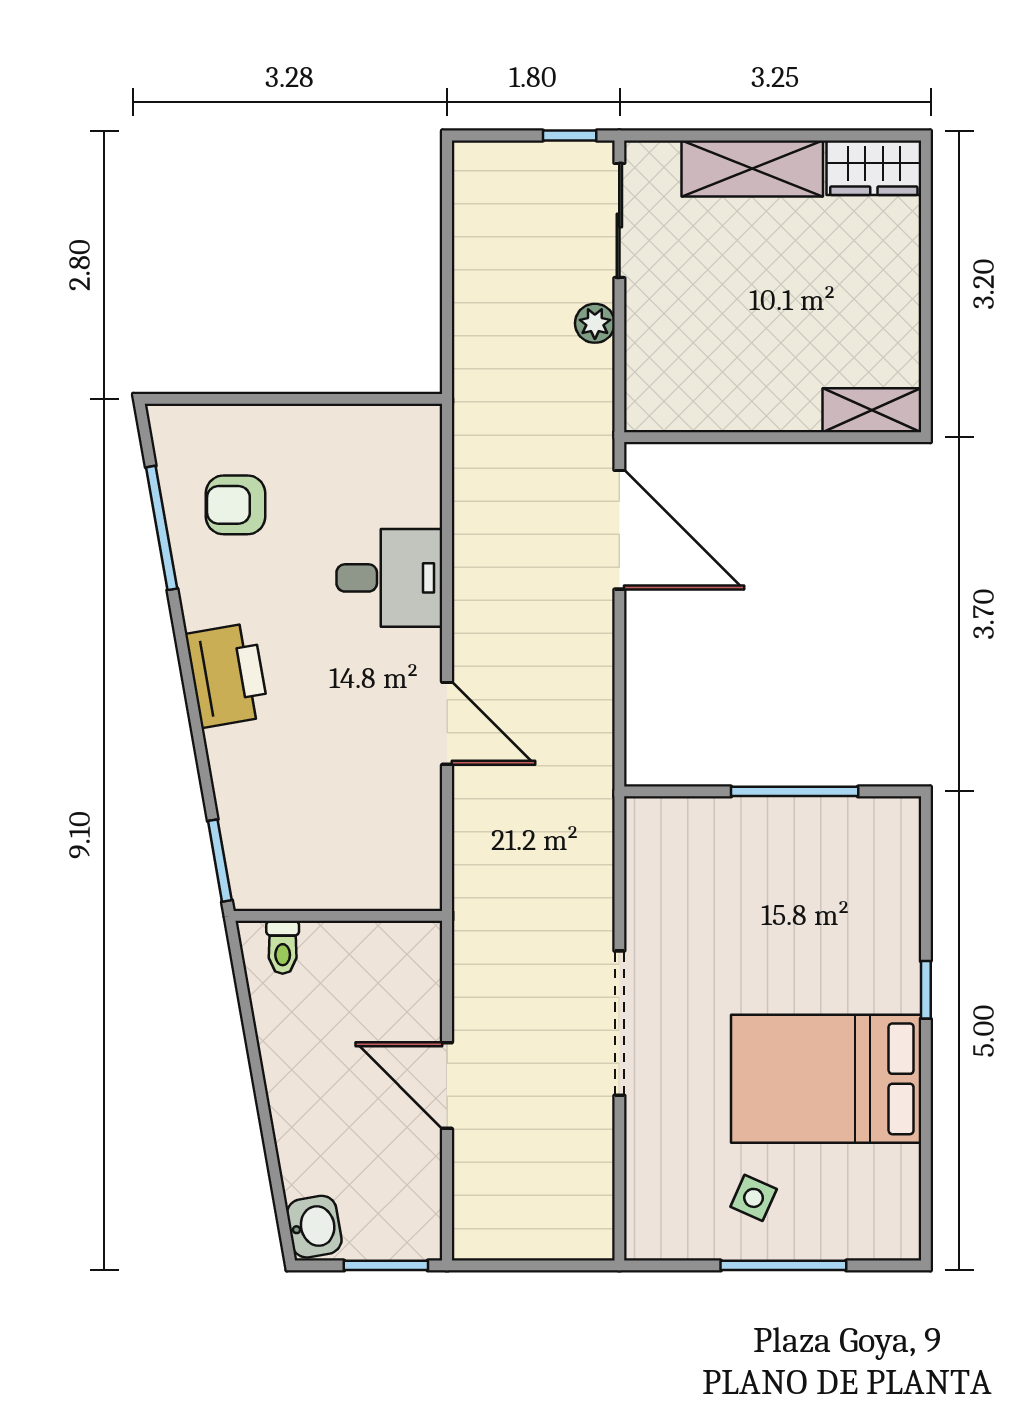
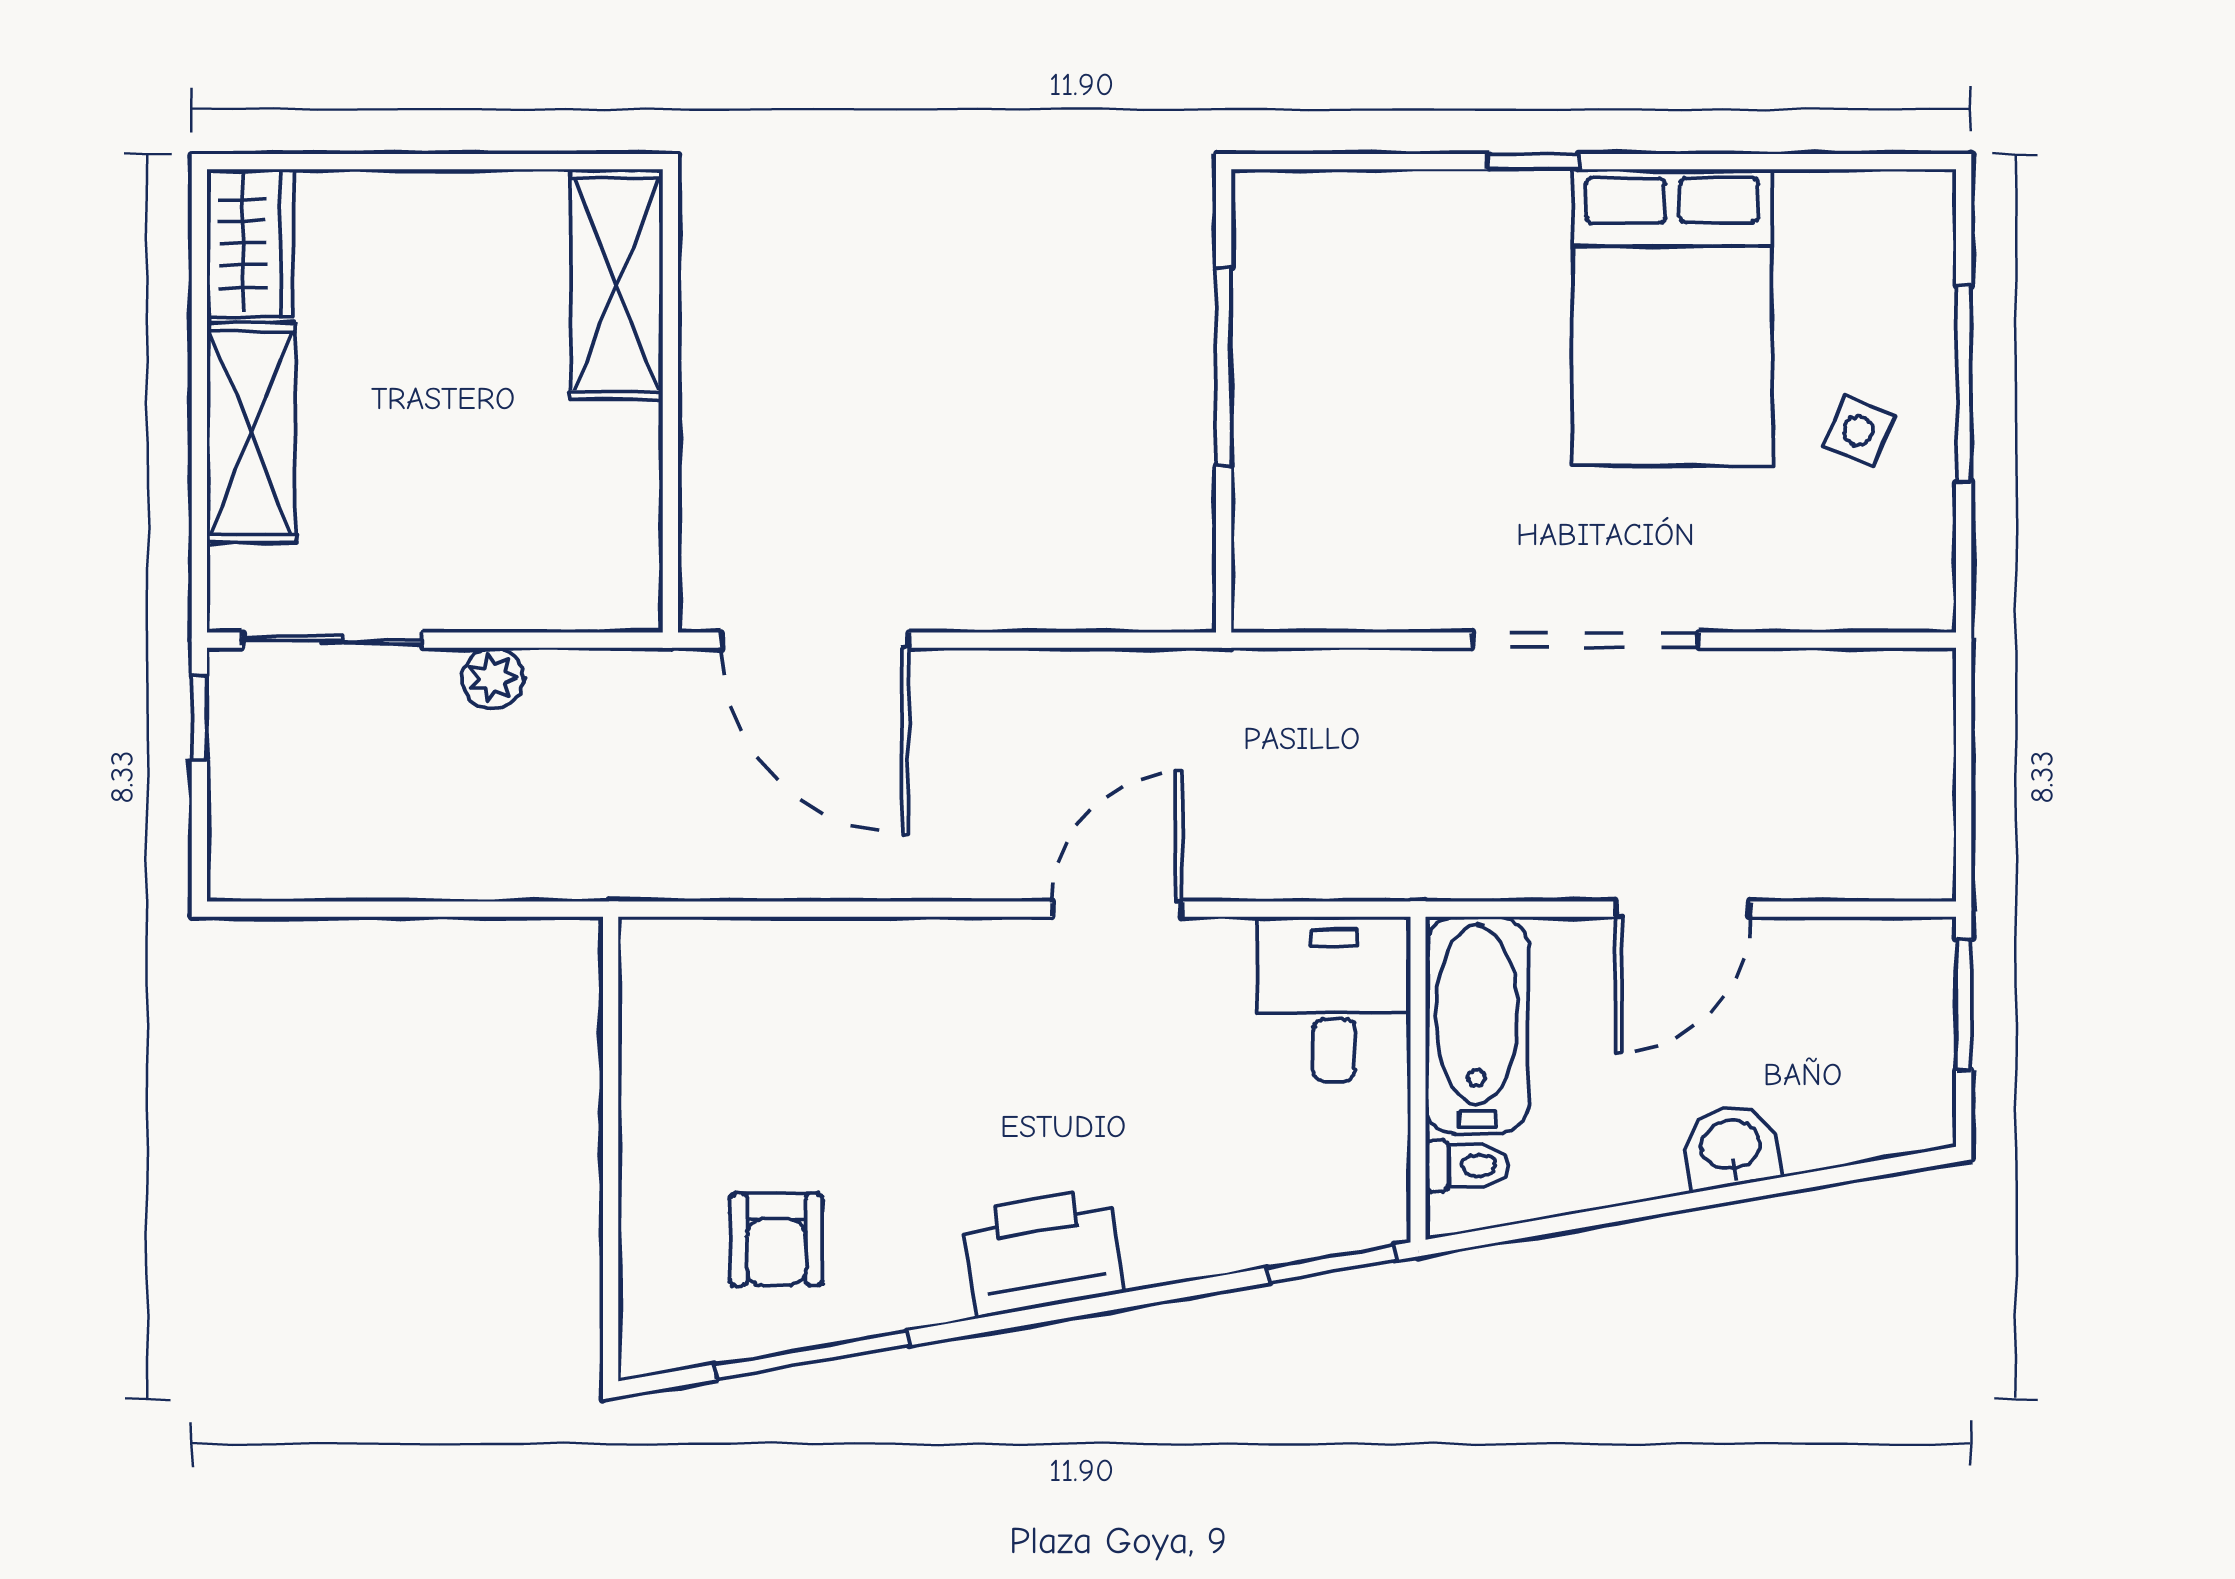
shelving: (872, 410) -> (617, 284), width x1.50, depth x1.33
door: (619, 530) -> (815, 640), swing flipped
desk: (389, 578) -> (1334, 999), moved
bathtub: (373, 954) -> (1477, 1026), added
washbasin: (314, 1227) -> (1731, 1147), moved

